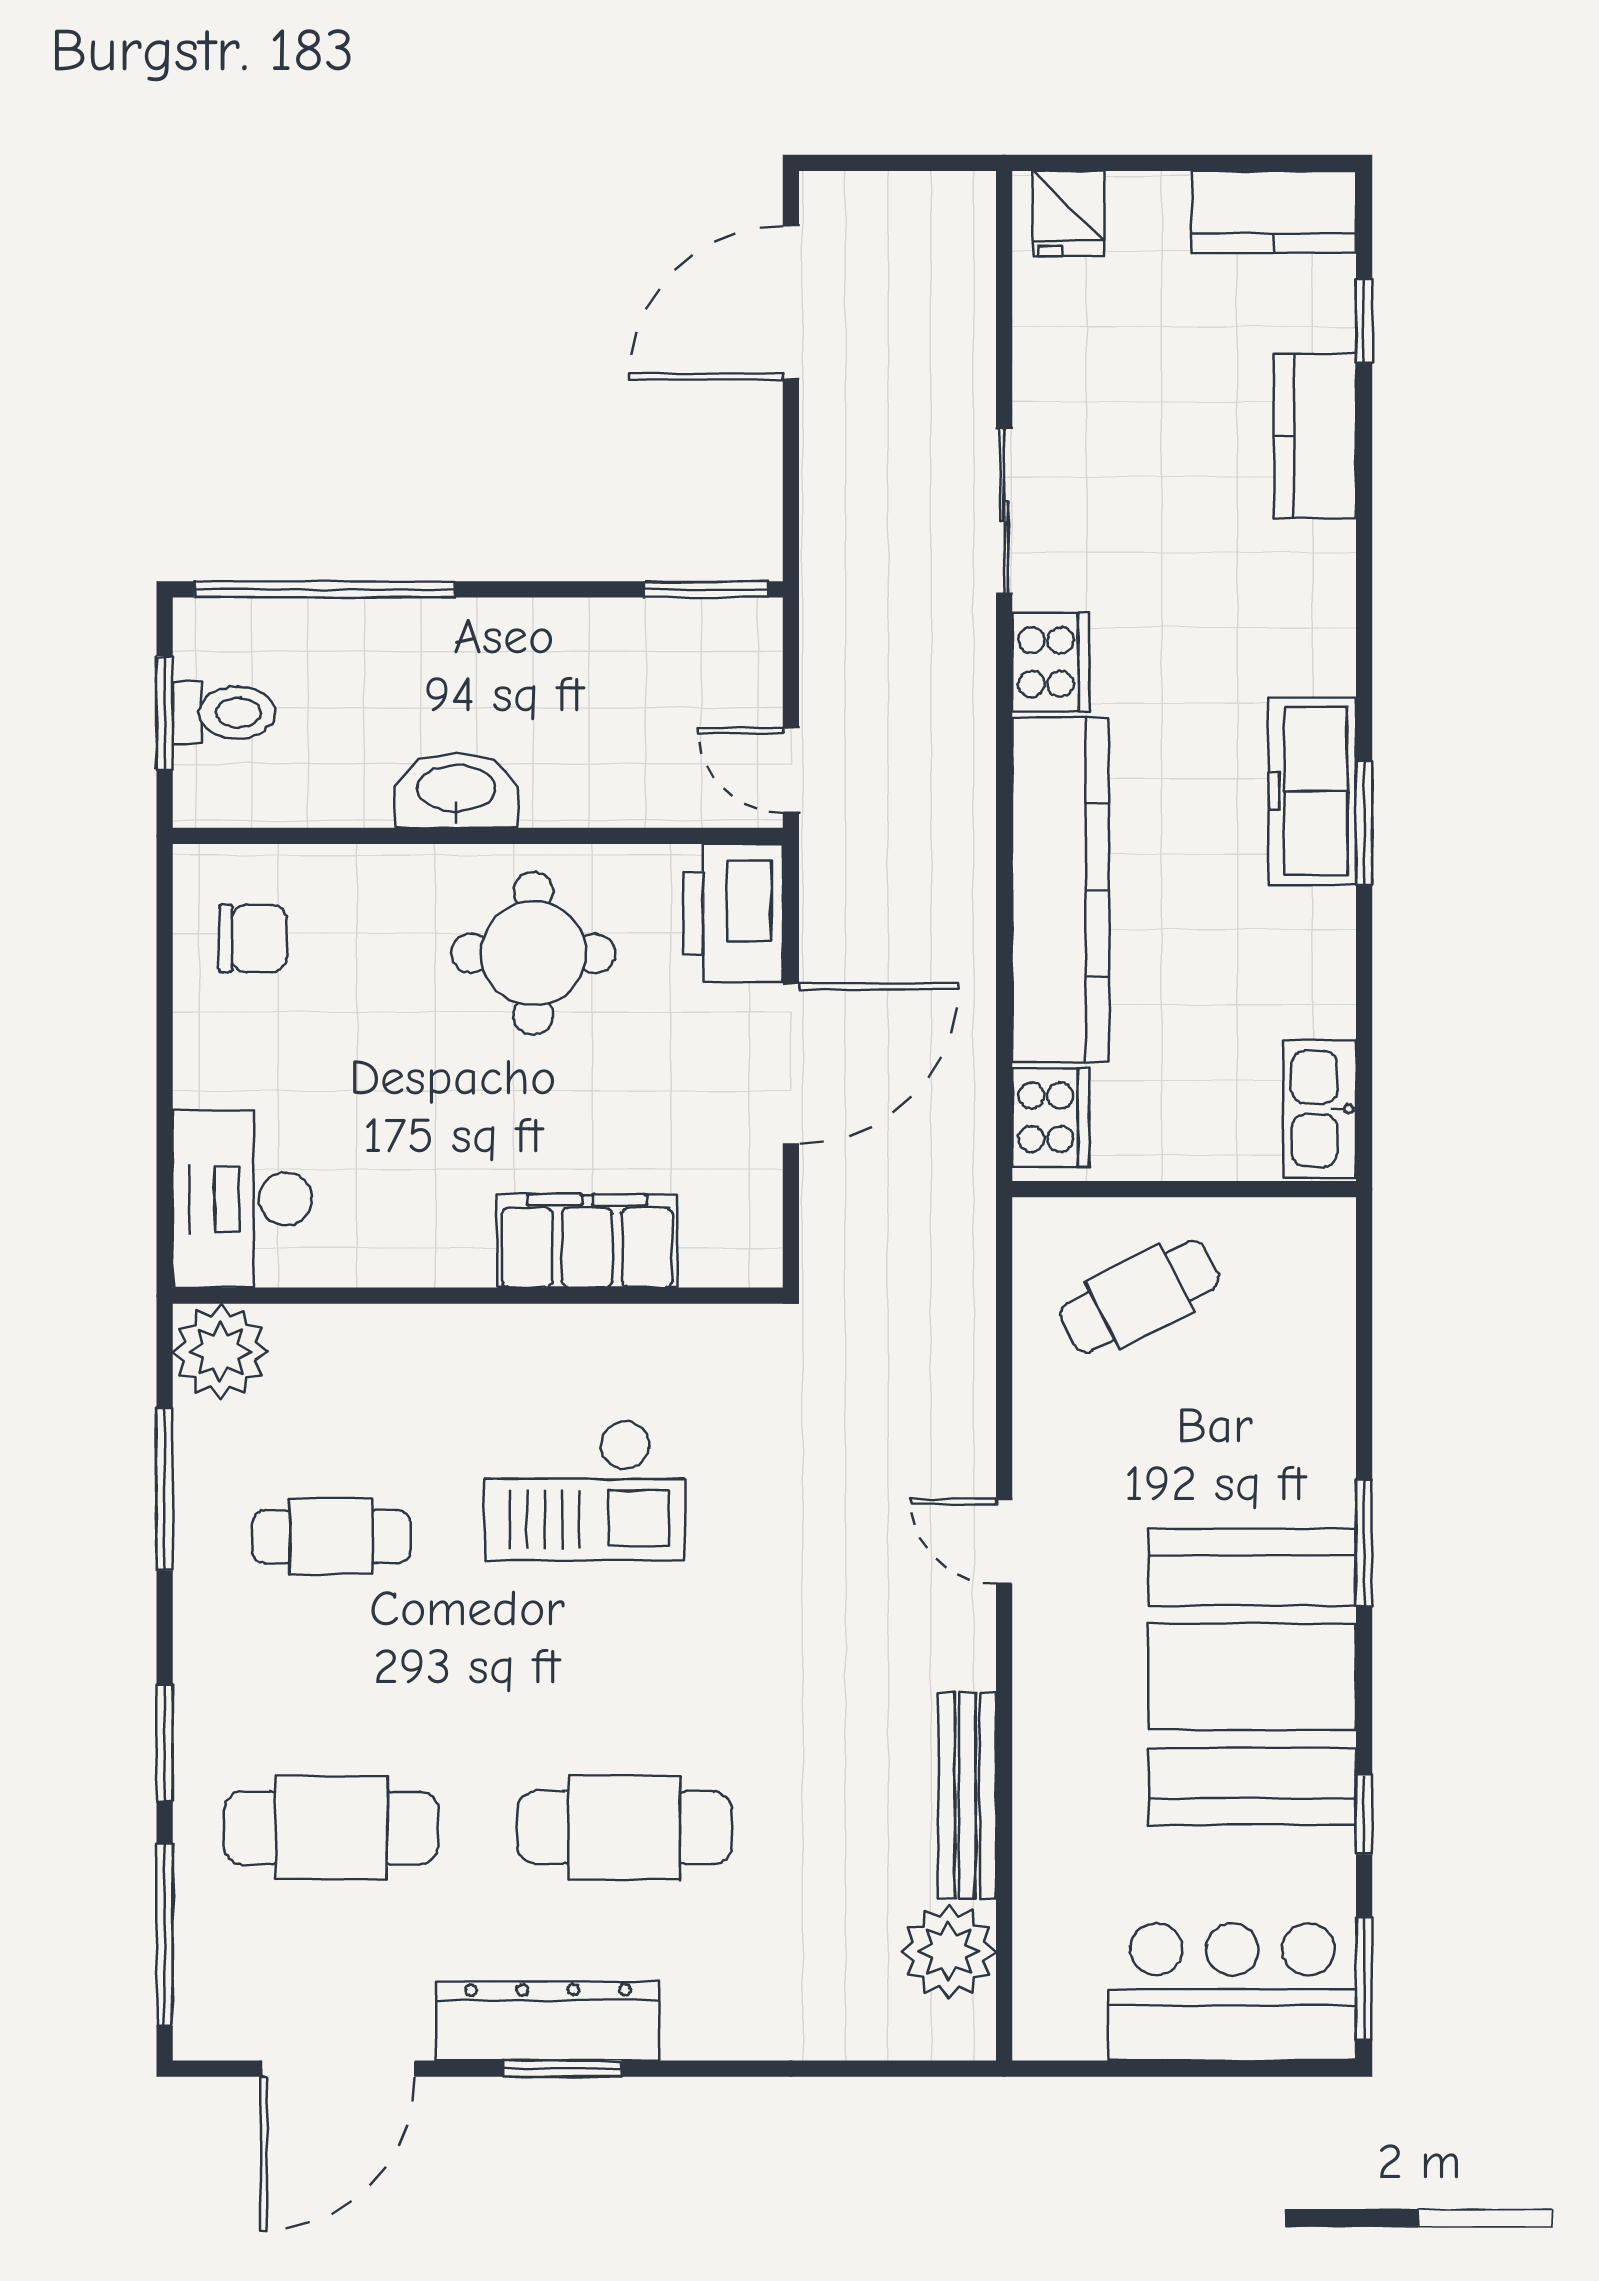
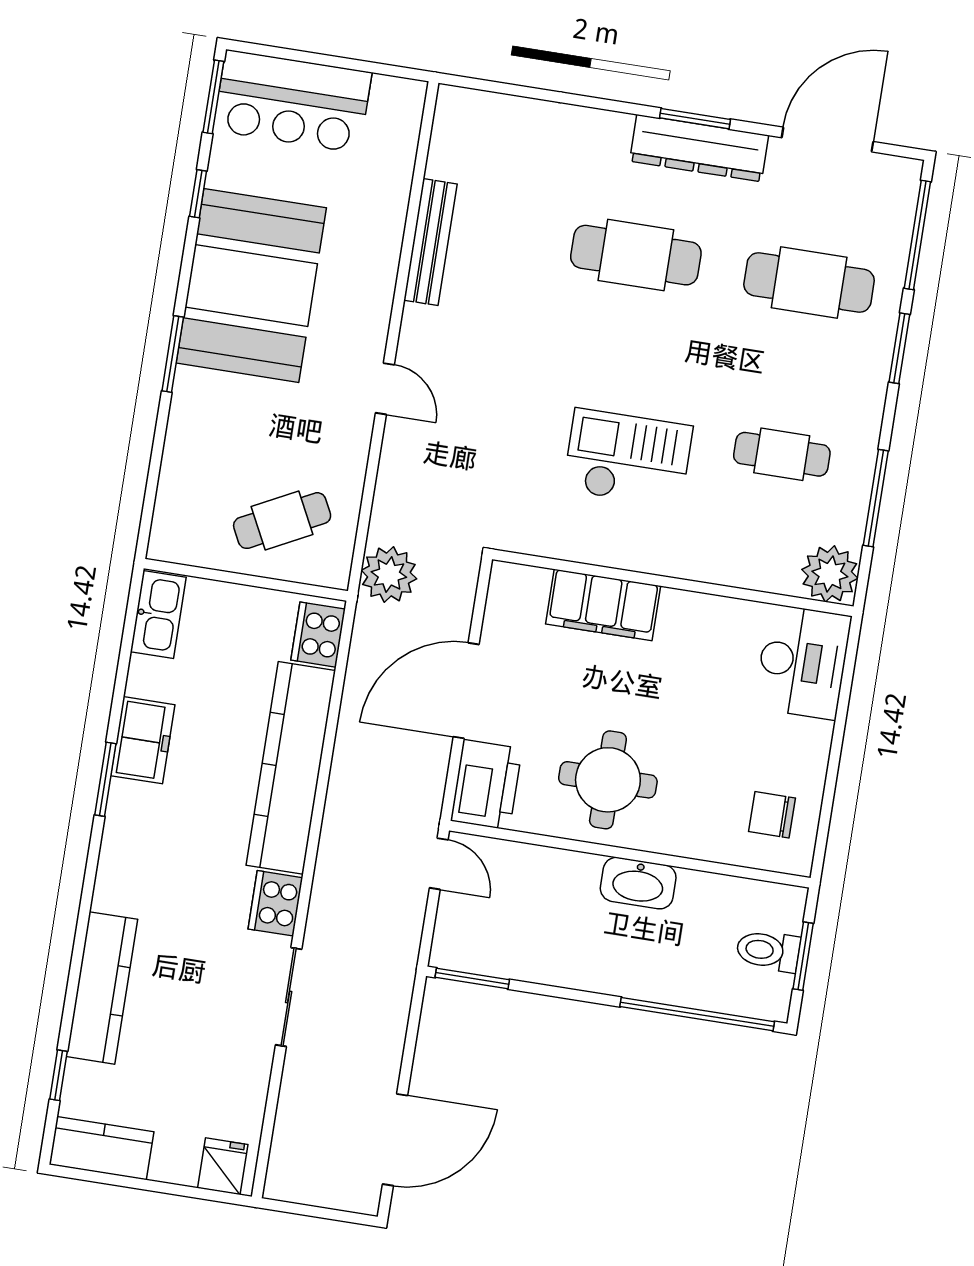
kitchen counter: (1315, 436) -> (102, 988), width x1.50
freezer: (1312, 791) -> (143, 740), moved, width x0.71
plant: (949, 1951) -> (389, 575), moved

